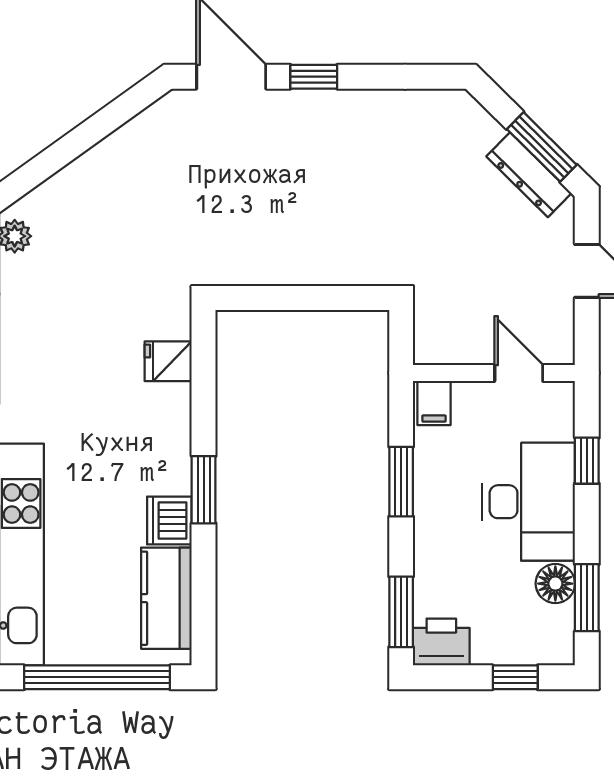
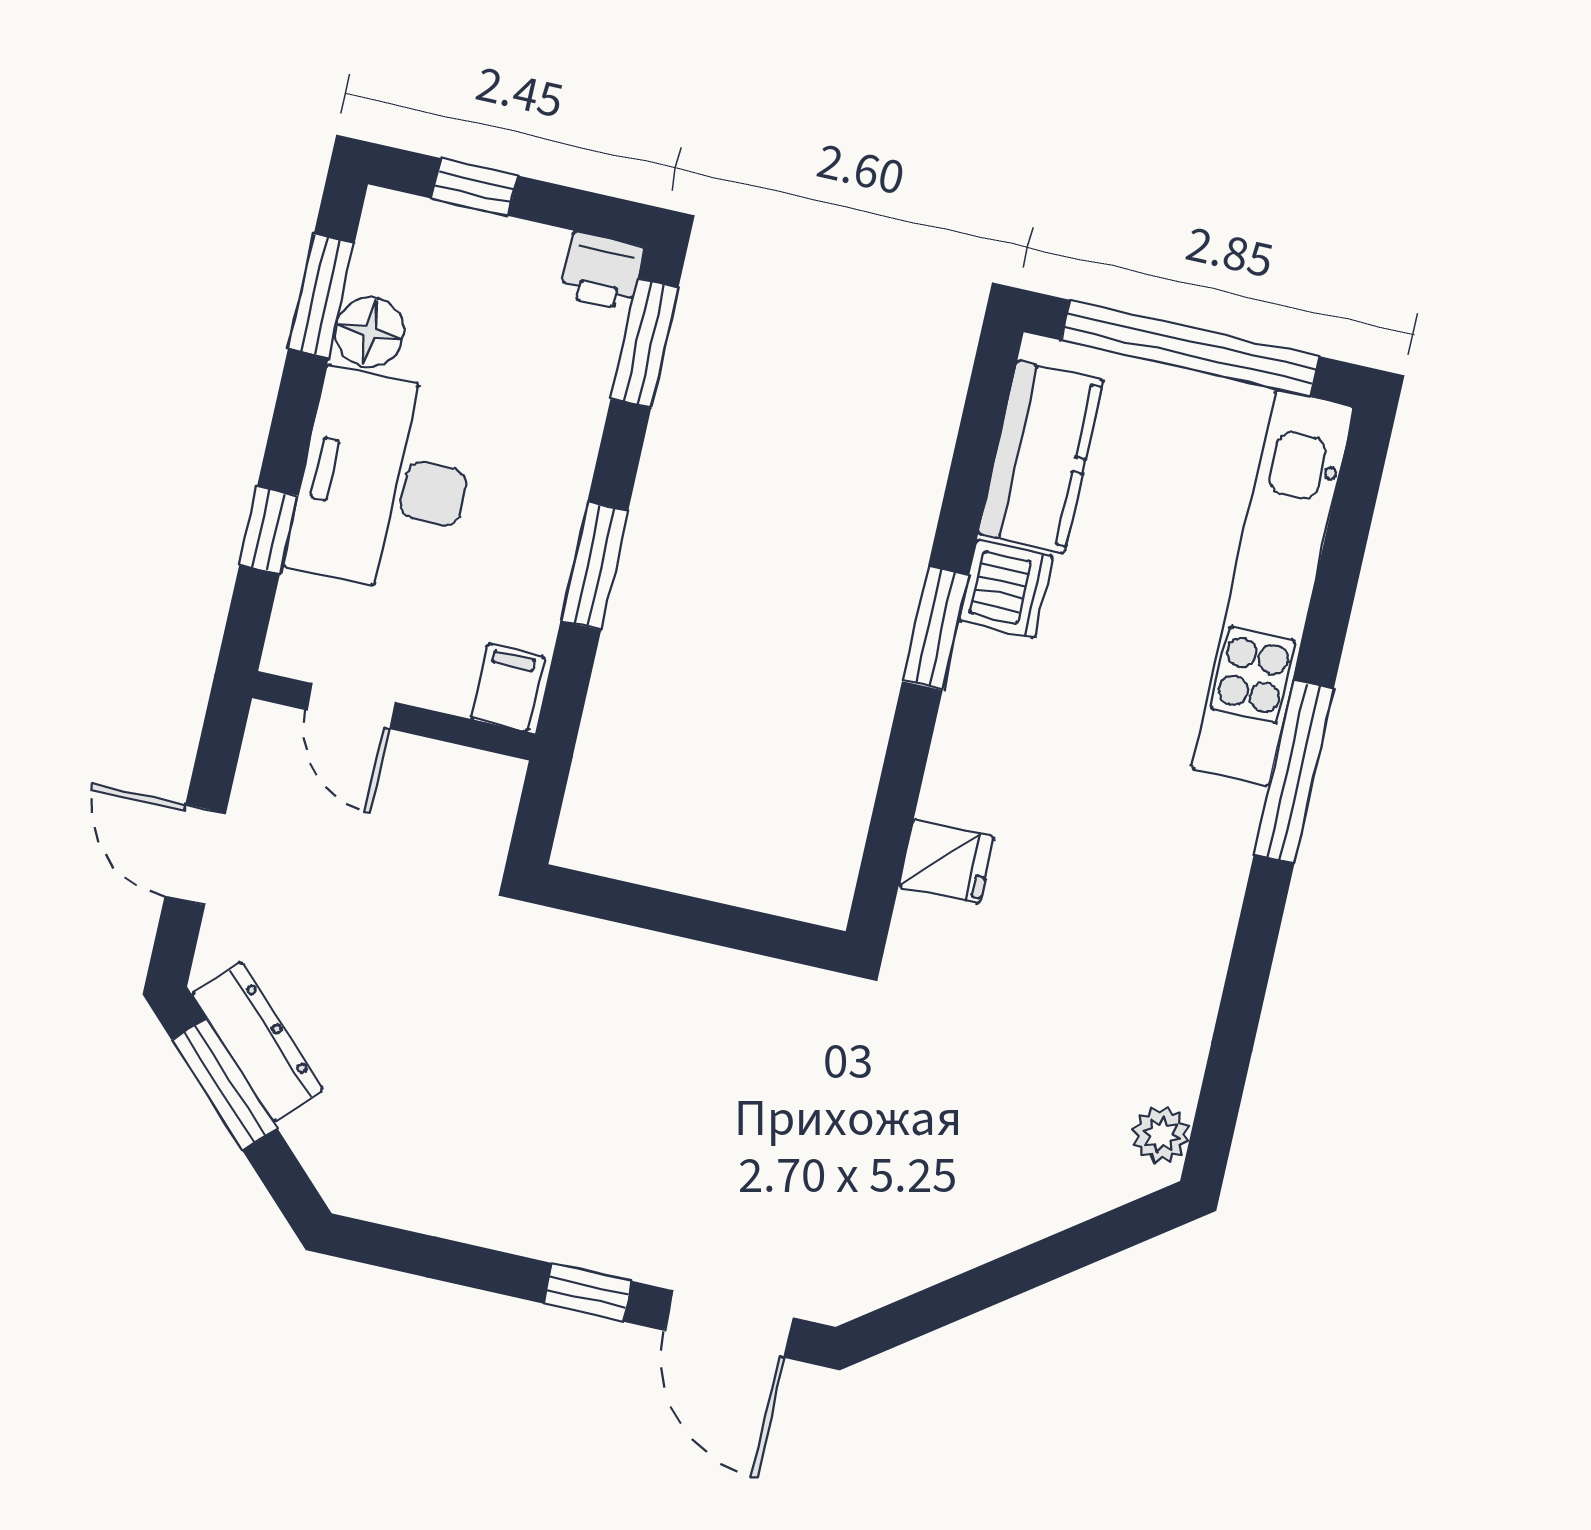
printer: (441, 642) -> (602, 271), width x0.73, depth x0.81

